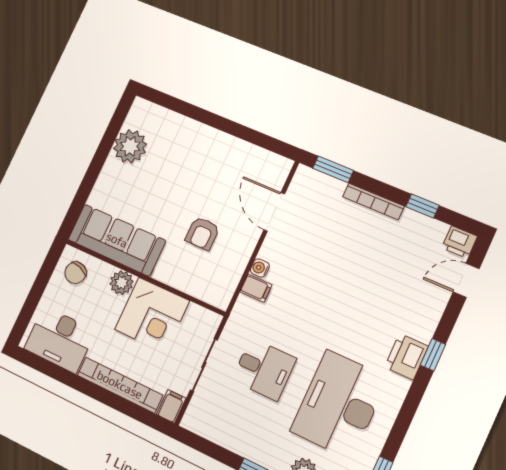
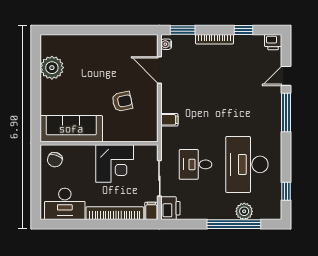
armchair: (202, 233) -> (122, 101), turned -102
water cooler: (260, 268) -> (166, 44), moved
door: (466, 280) -> (286, 76), moved
plant: (122, 283) -> (87, 153), removed
window: (433, 355) -> (286, 113), width x2.17
printer: (406, 357) -> (170, 208), moved, turned 180
desk: (264, 369) -> (196, 164), turned 180

